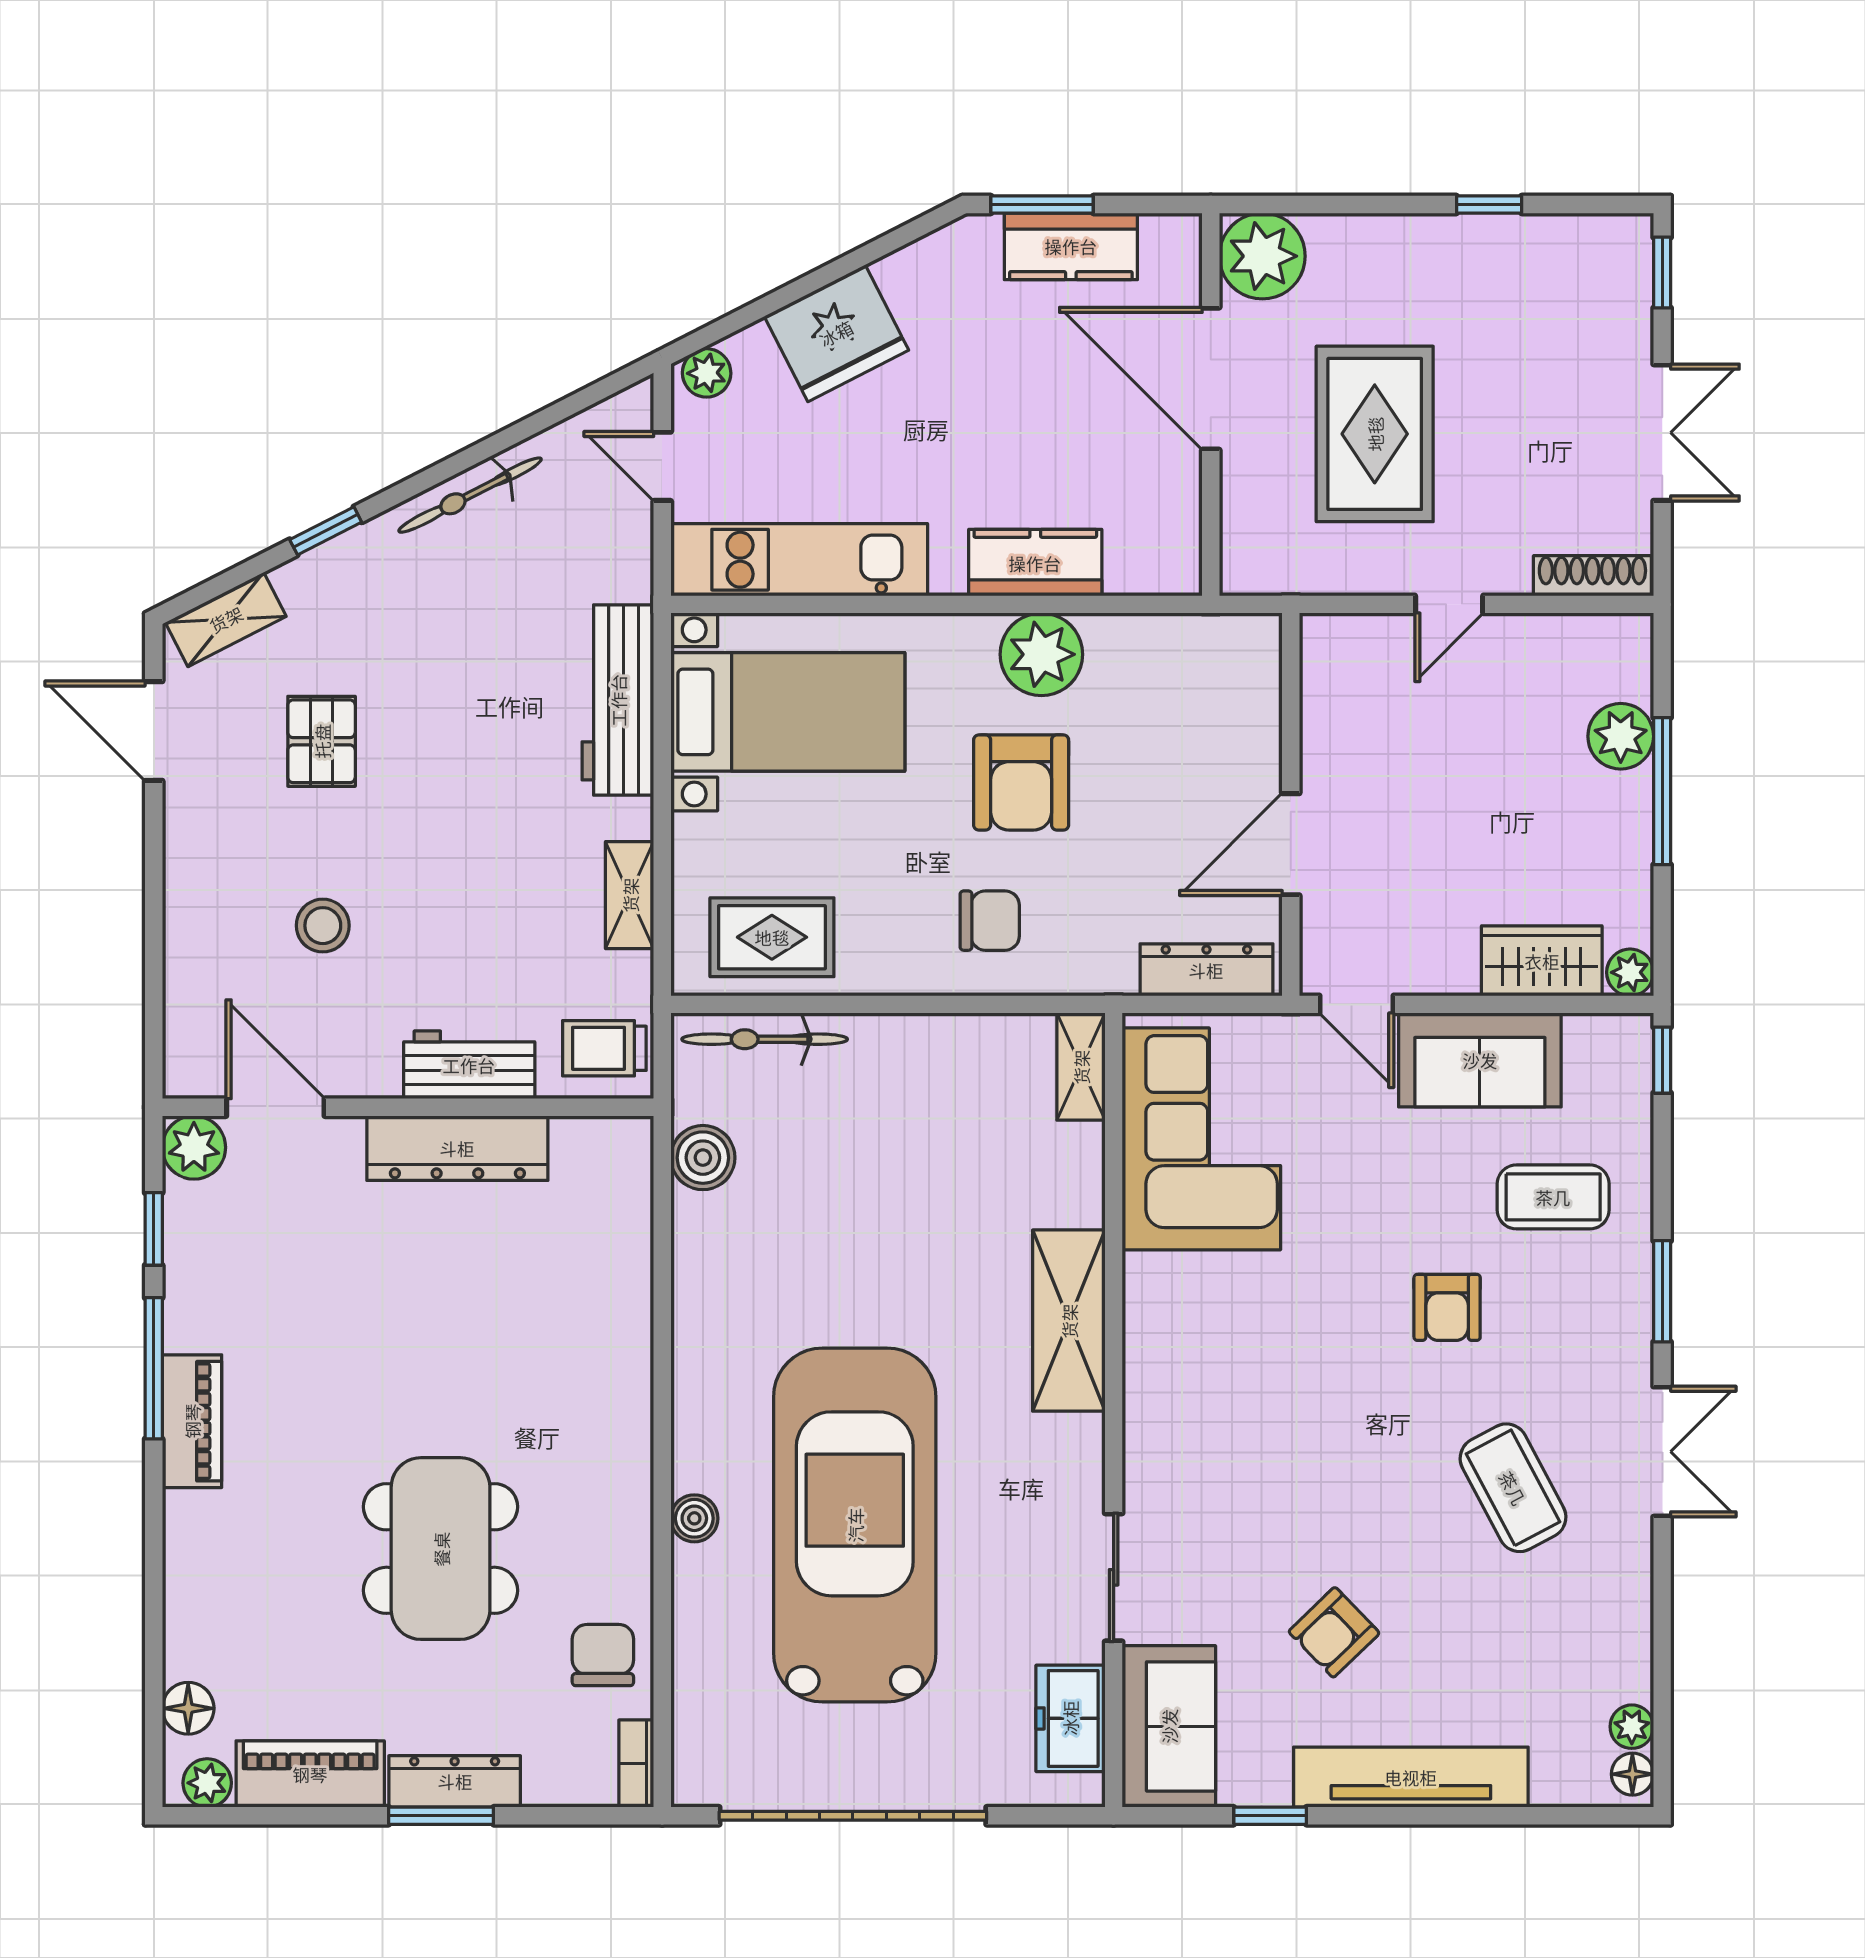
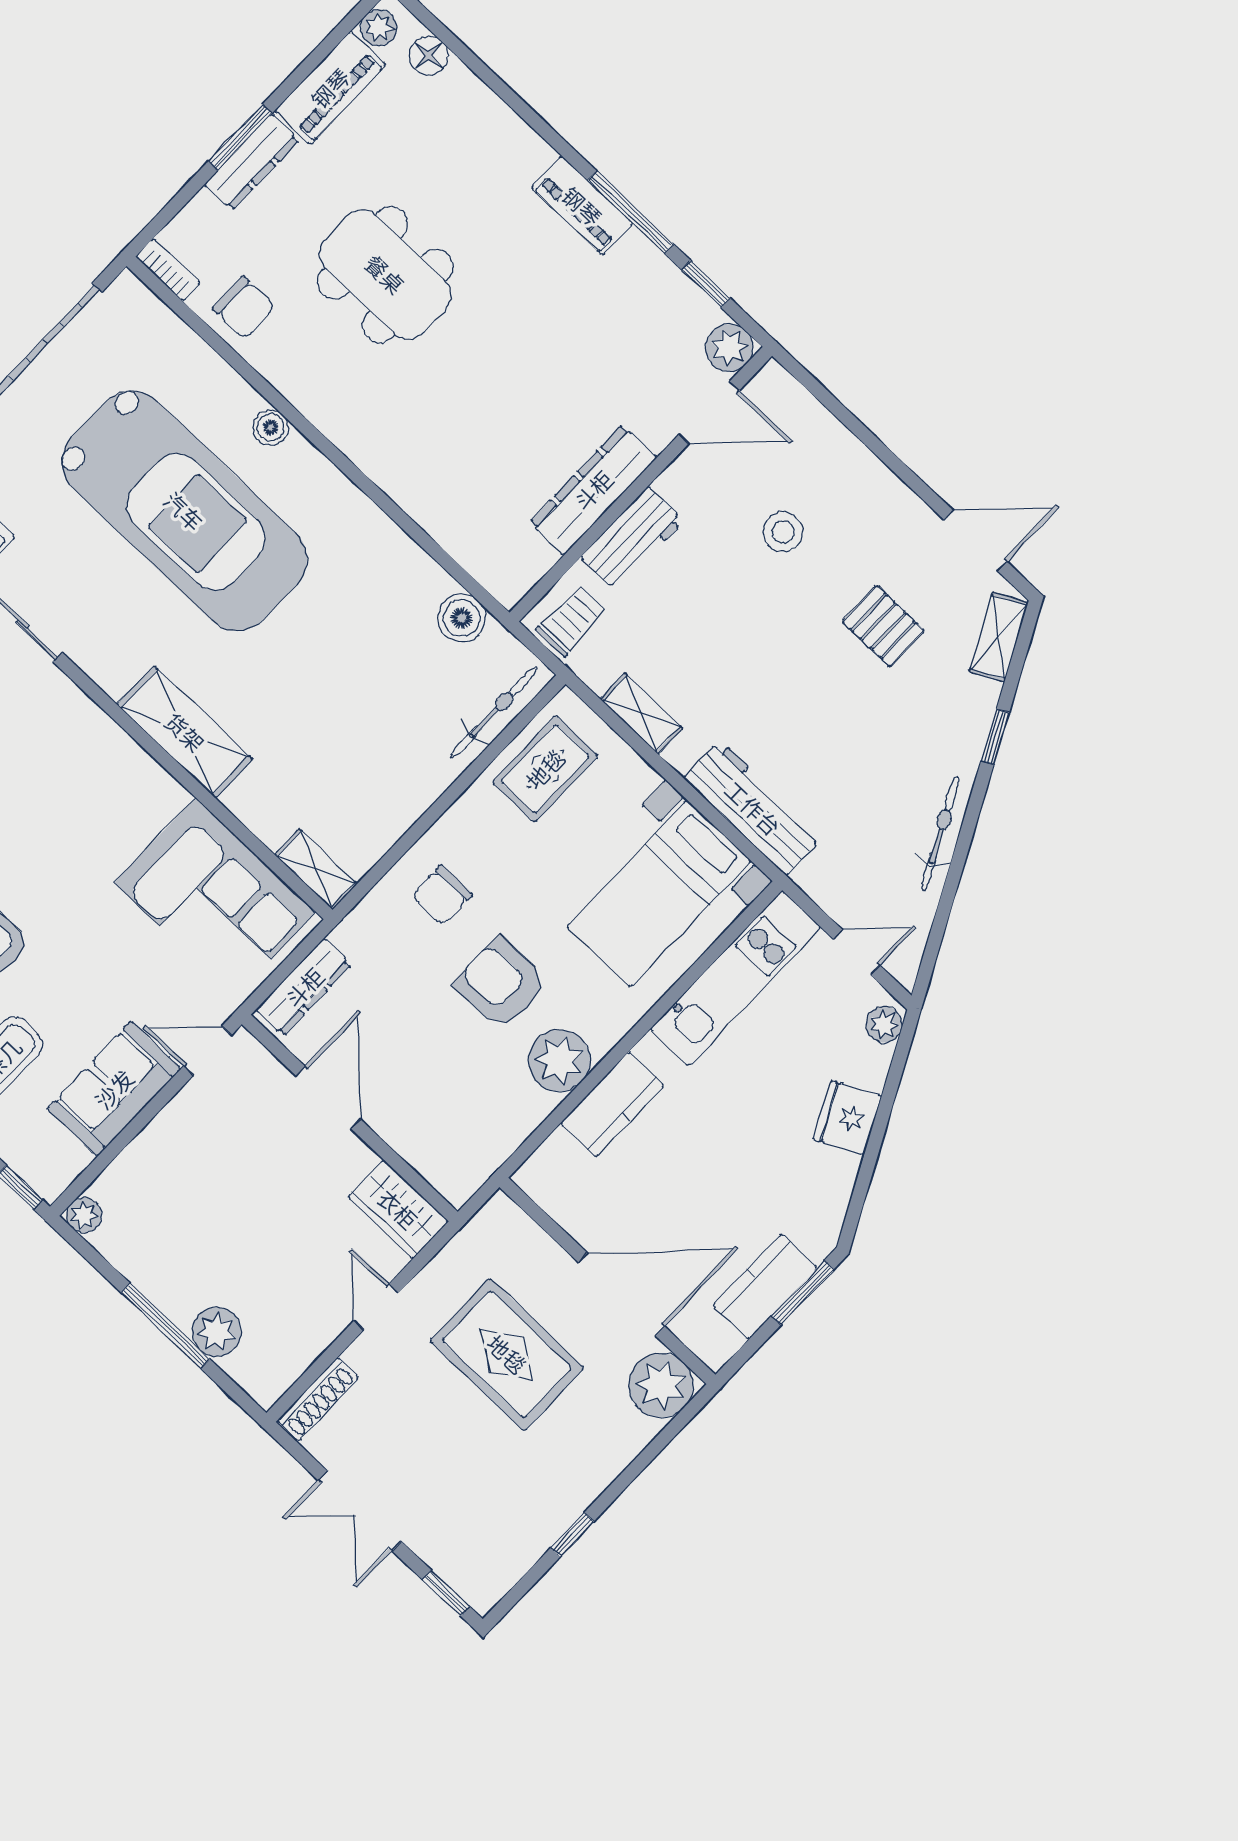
fridge: (836, 333) -> (847, 1118), width x0.73, depth x0.75
wardrobe: (1542, 961) -> (398, 1209), moved, turned 90

